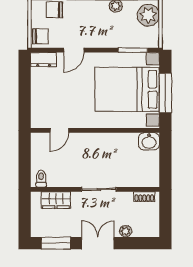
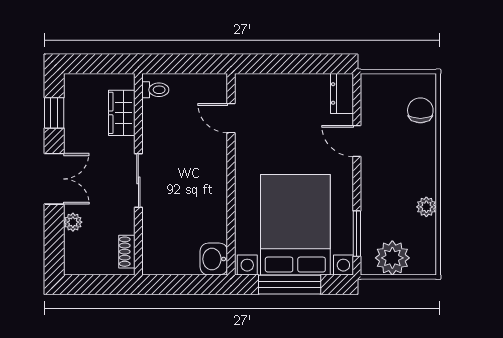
plant: (148, 15) -> (392, 258), moved
chair: (40, 36) -> (378, 89), removed
window: (56, 243) -> (54, 113), width x0.67

